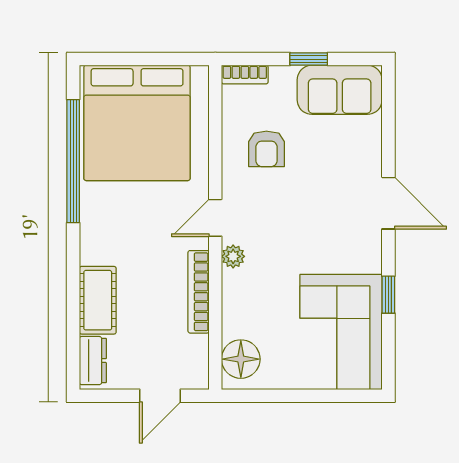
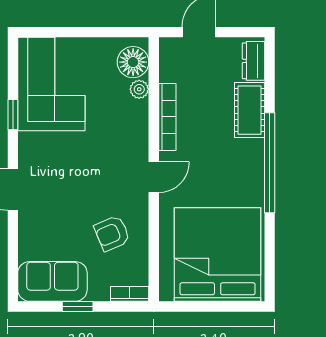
armchair: (266, 149) -> (112, 233), turned -113
window: (73, 161) -> (270, 163), moved
plant: (233, 256) -> (139, 89), moved

